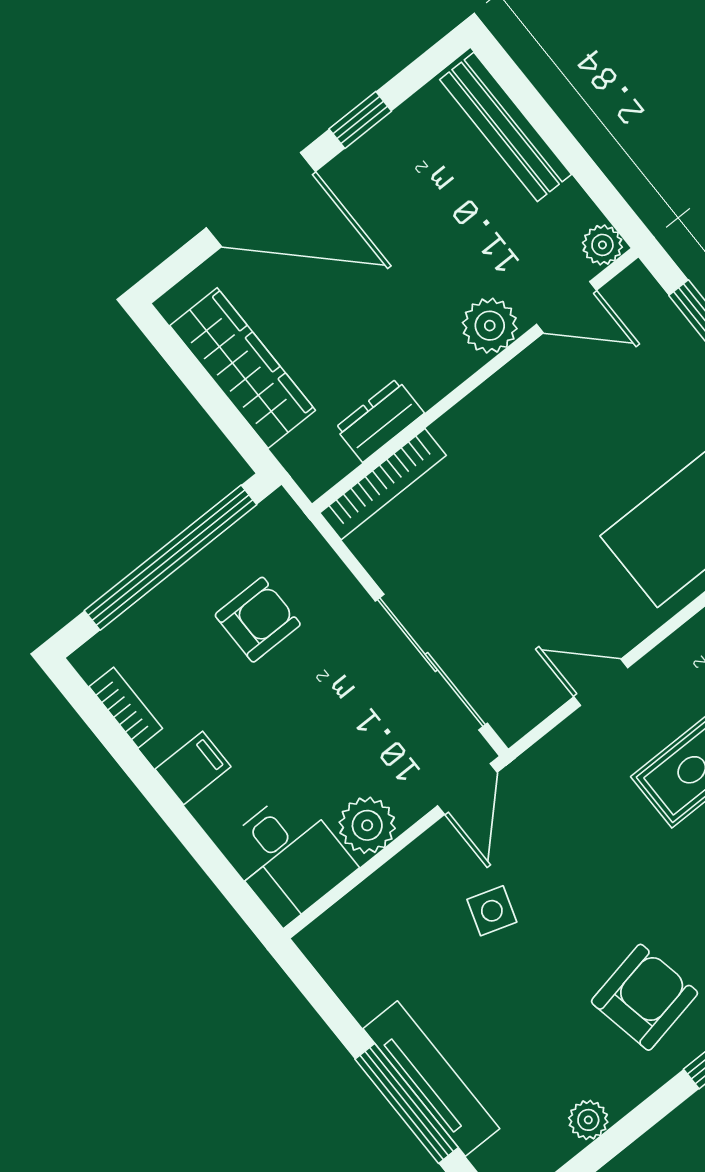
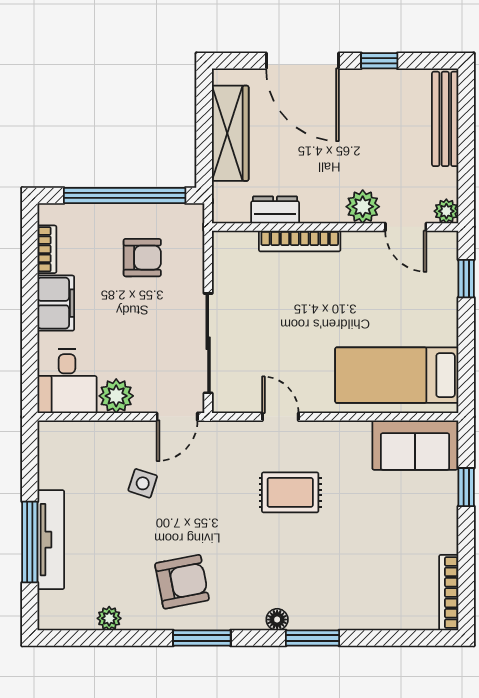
bookcase: (383, 484) -> (300, 241), moved
filing cabinet: (193, 768) -> (56, 303), width x2.00

